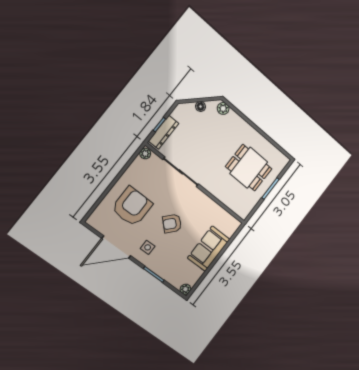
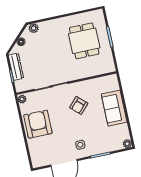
dresser: (164, 132) -> (16, 67), moved
dining table: (249, 168) -> (84, 41), turned 90
armchair: (132, 206) -> (38, 124), moved
armchair: (172, 224) -> (79, 105), moved

